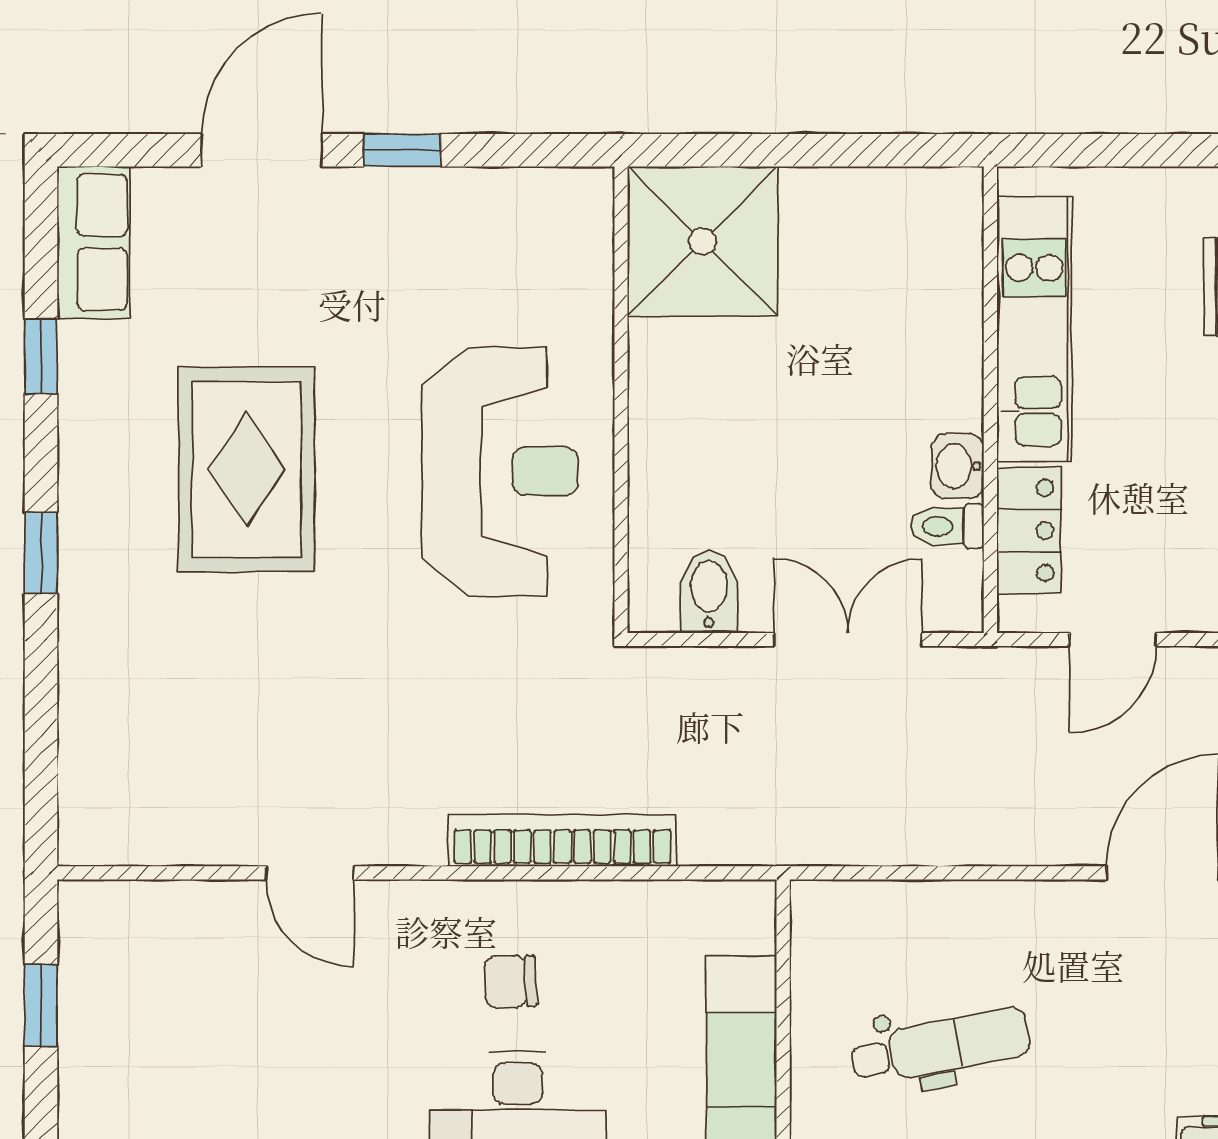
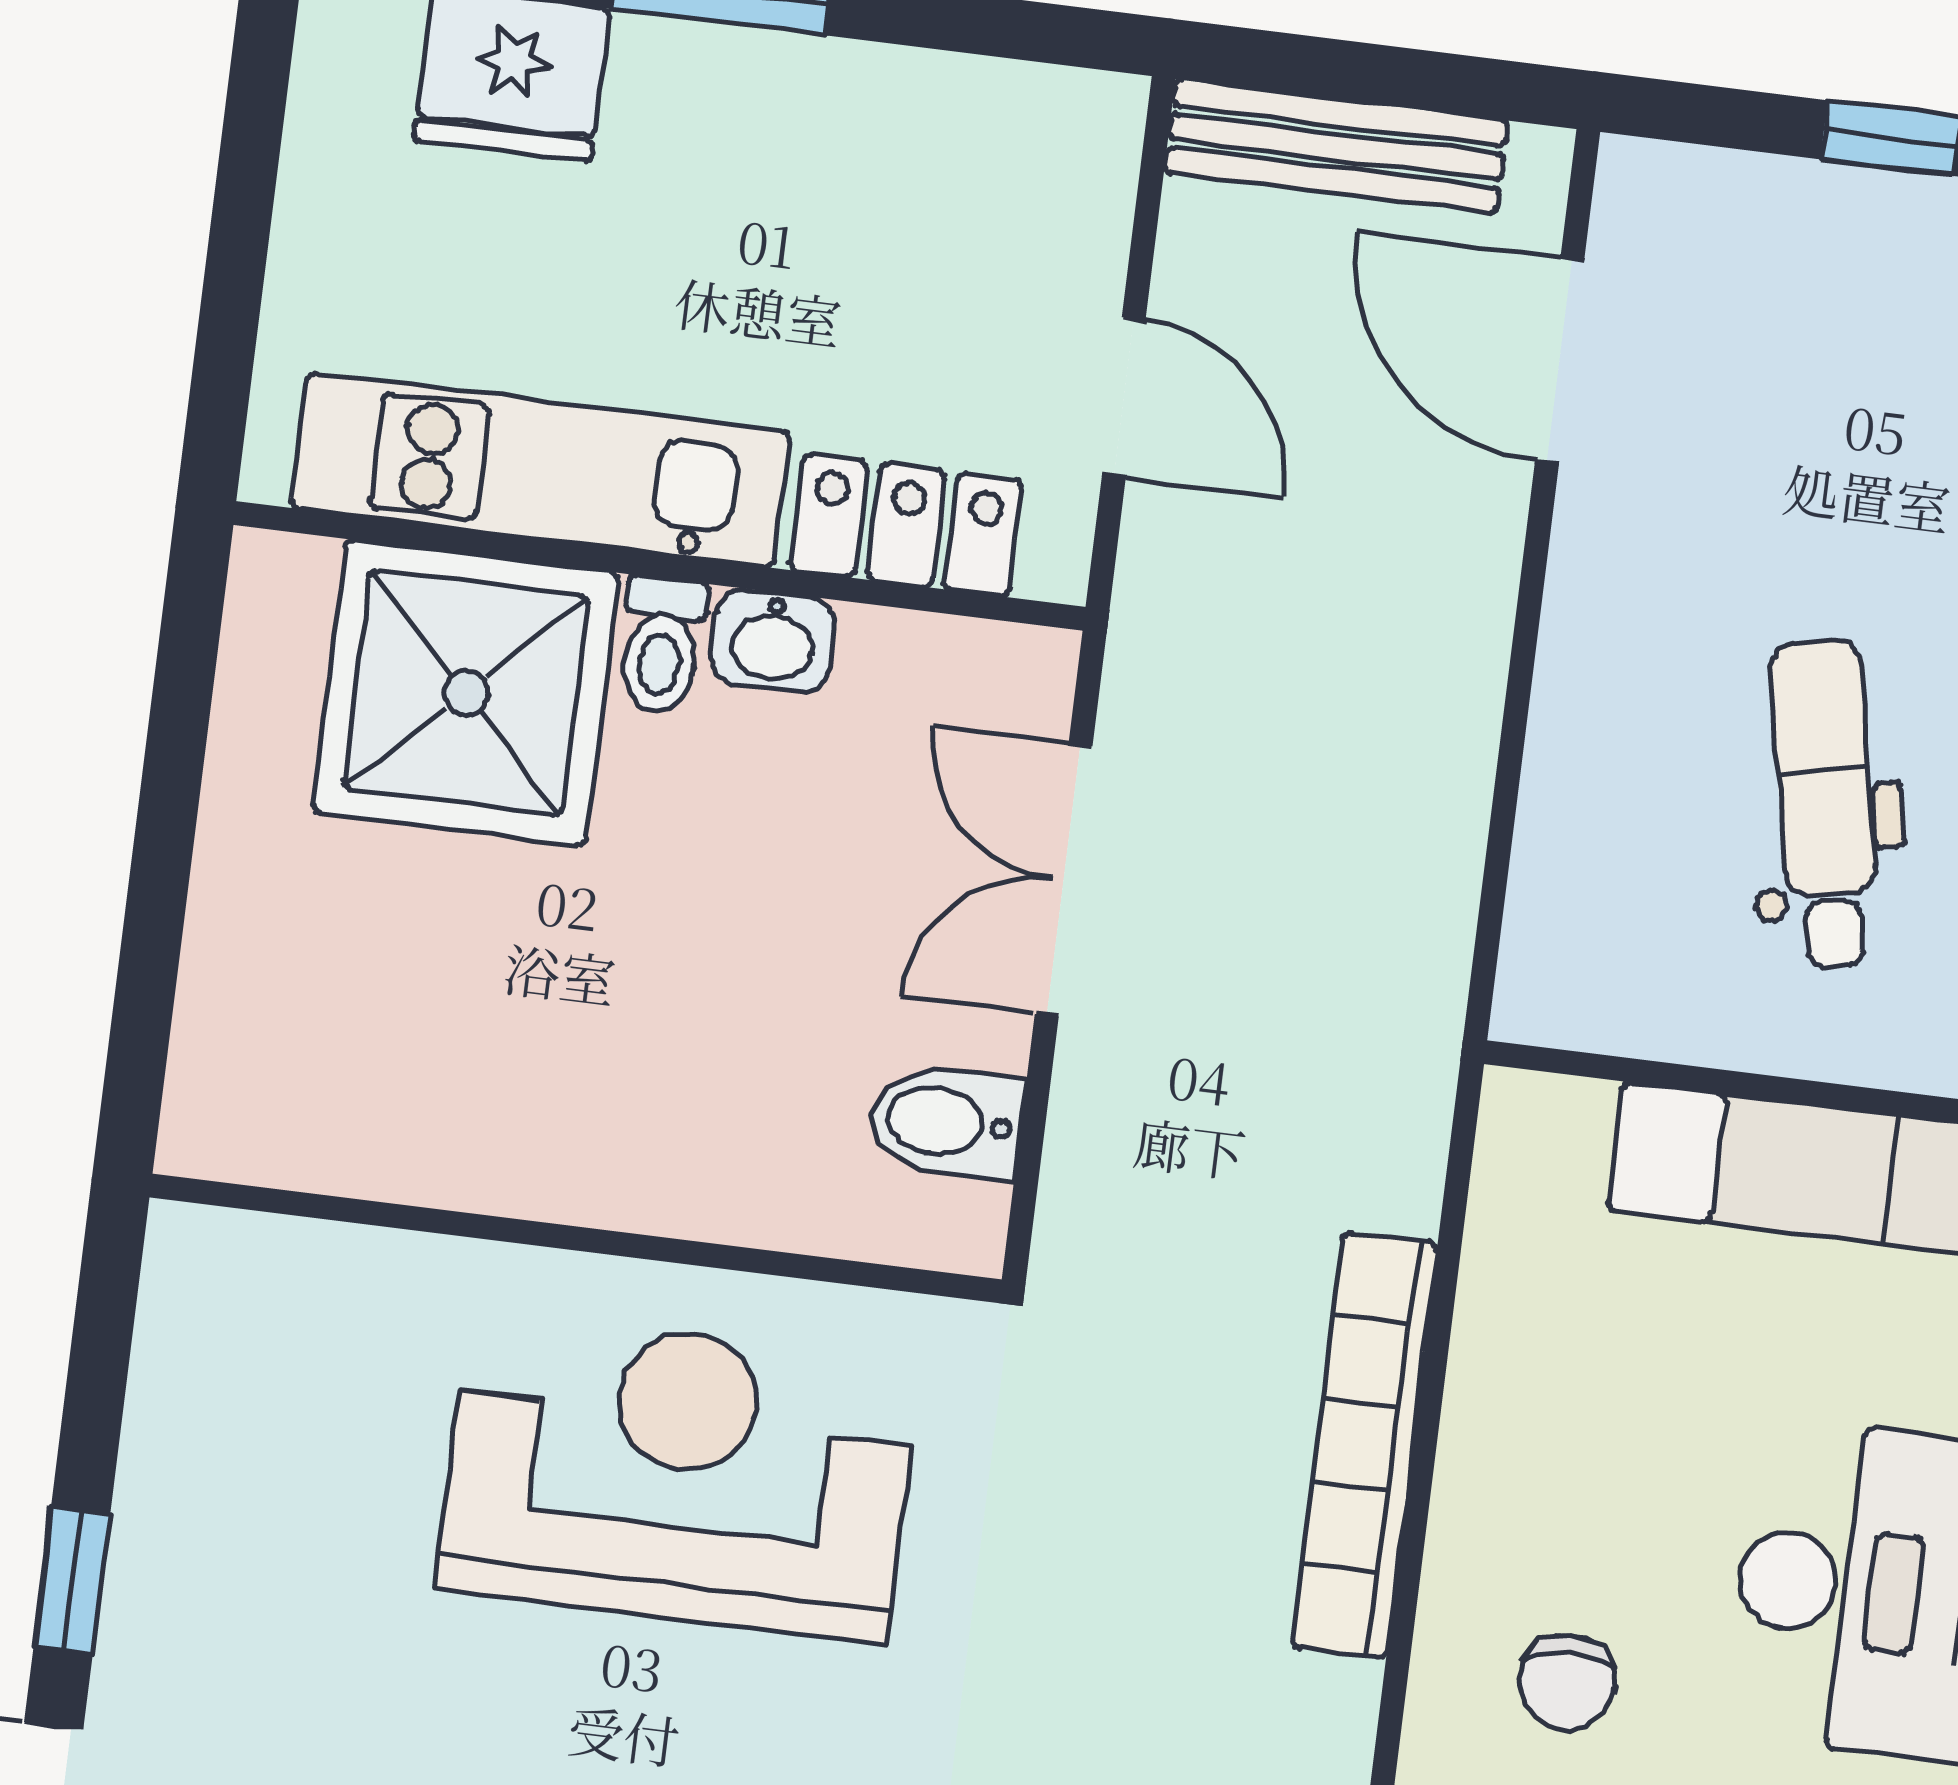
shower: (703, 242) -> (466, 693), moved
toilet: (948, 526) -> (661, 645), moved
chair: (510, 982) -> (1567, 1682), moved

